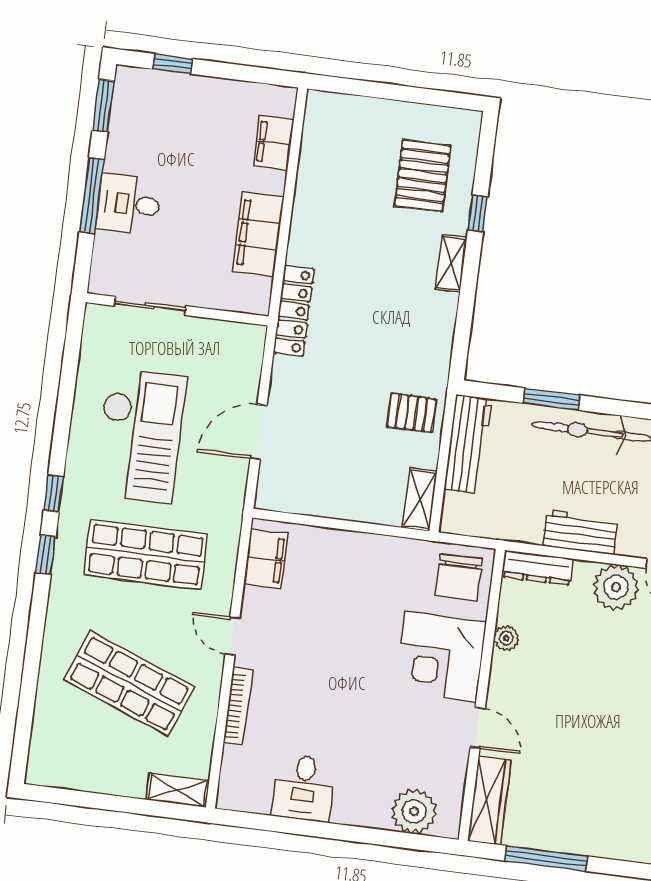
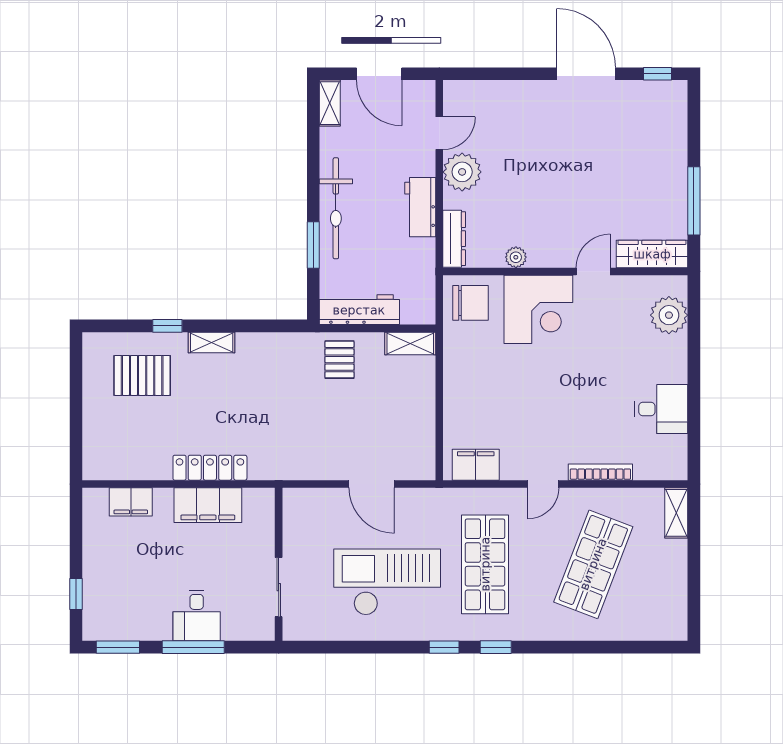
locker: (294, 311) -> (210, 468), moved

